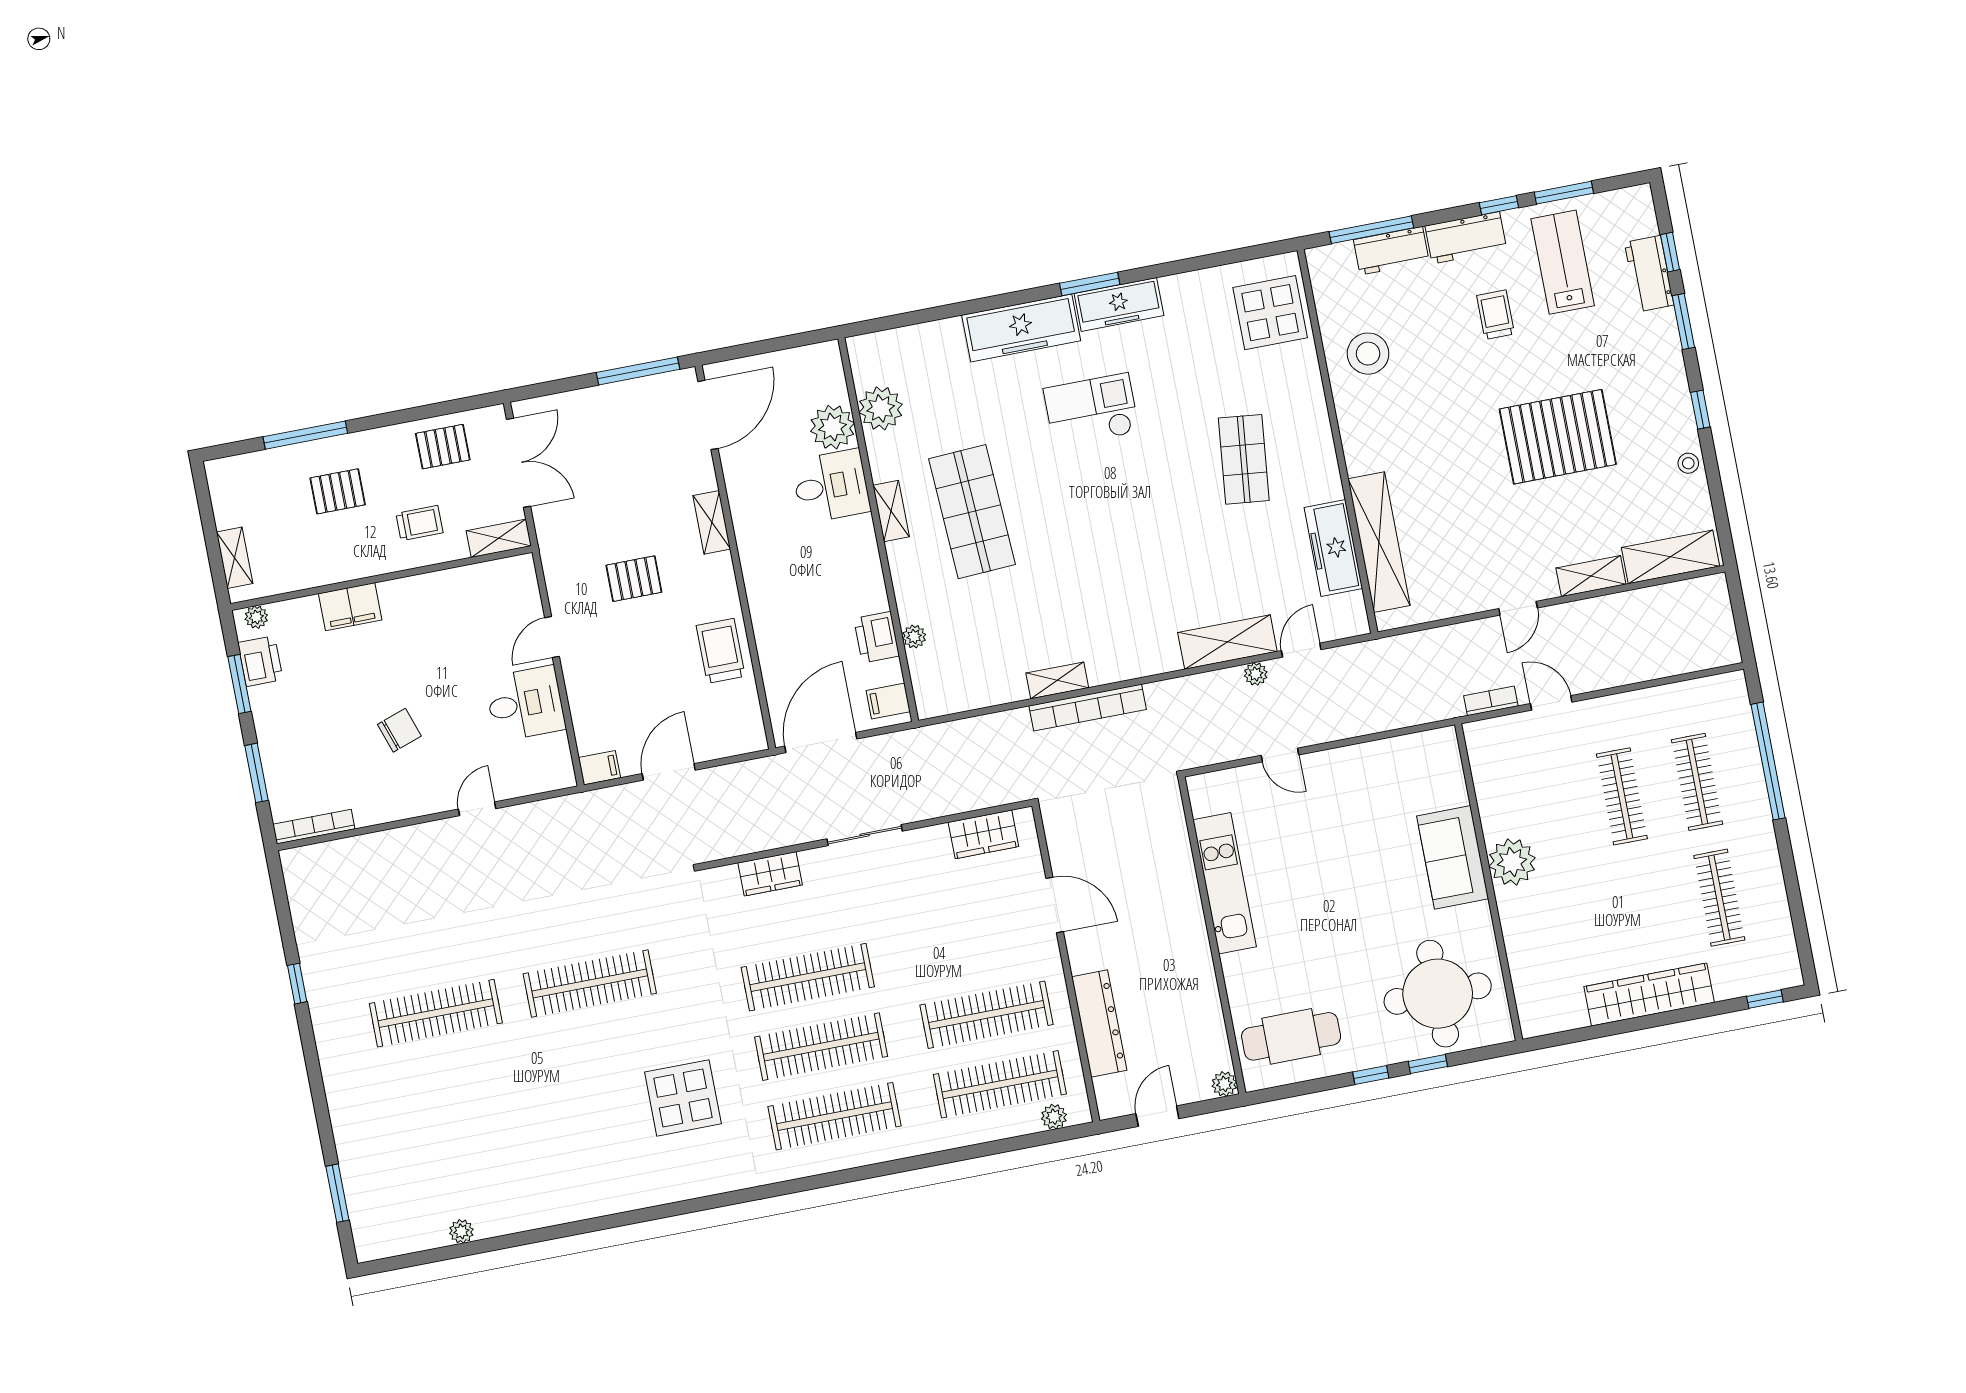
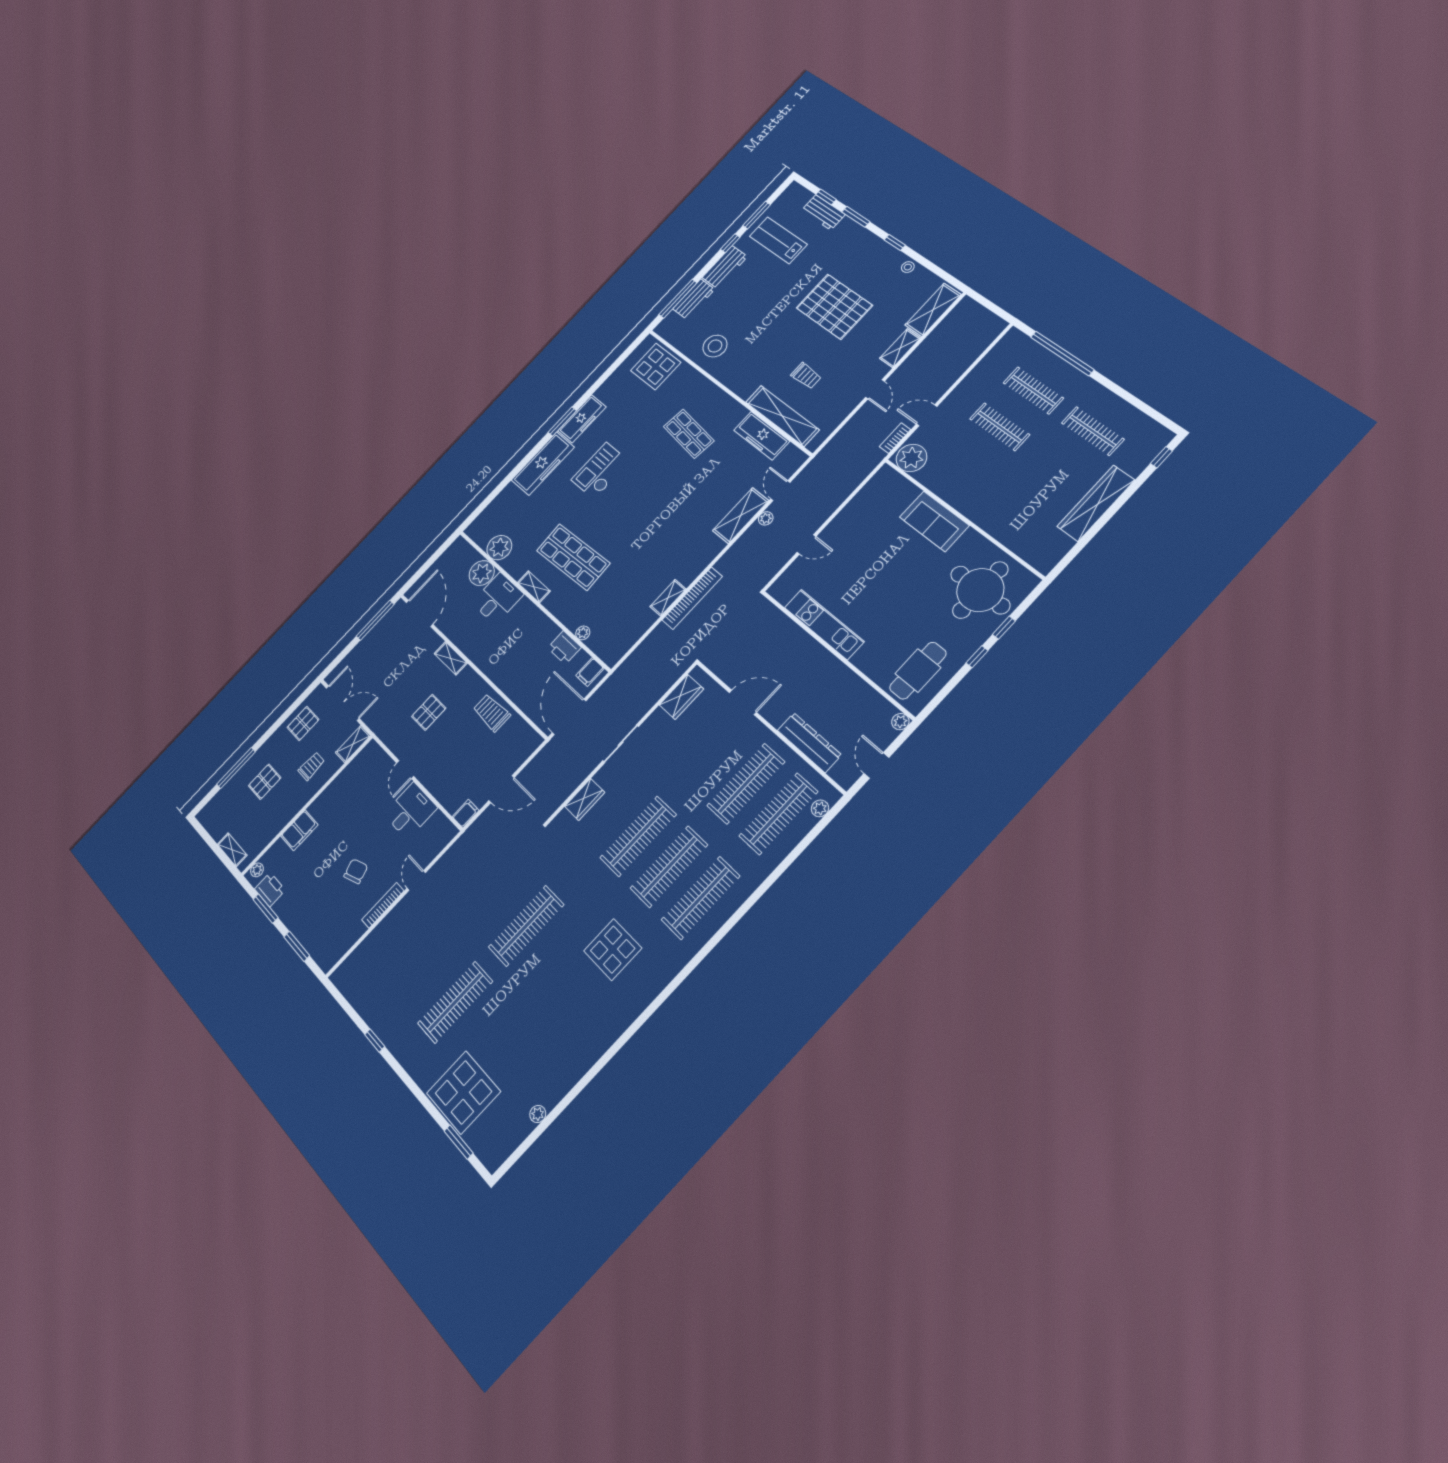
trolley: (1496, 315) -> (806, 376), moved, turned 180
pallet: (1558, 437) -> (834, 307), turned 90
door: (669, 772) -> (502, 789), swing flipped
bookcase: (314, 827) -> (383, 905), moved
plant: (1512, 862) -> (912, 458), moved
display table: (380, 1136) -> (463, 1092), added

